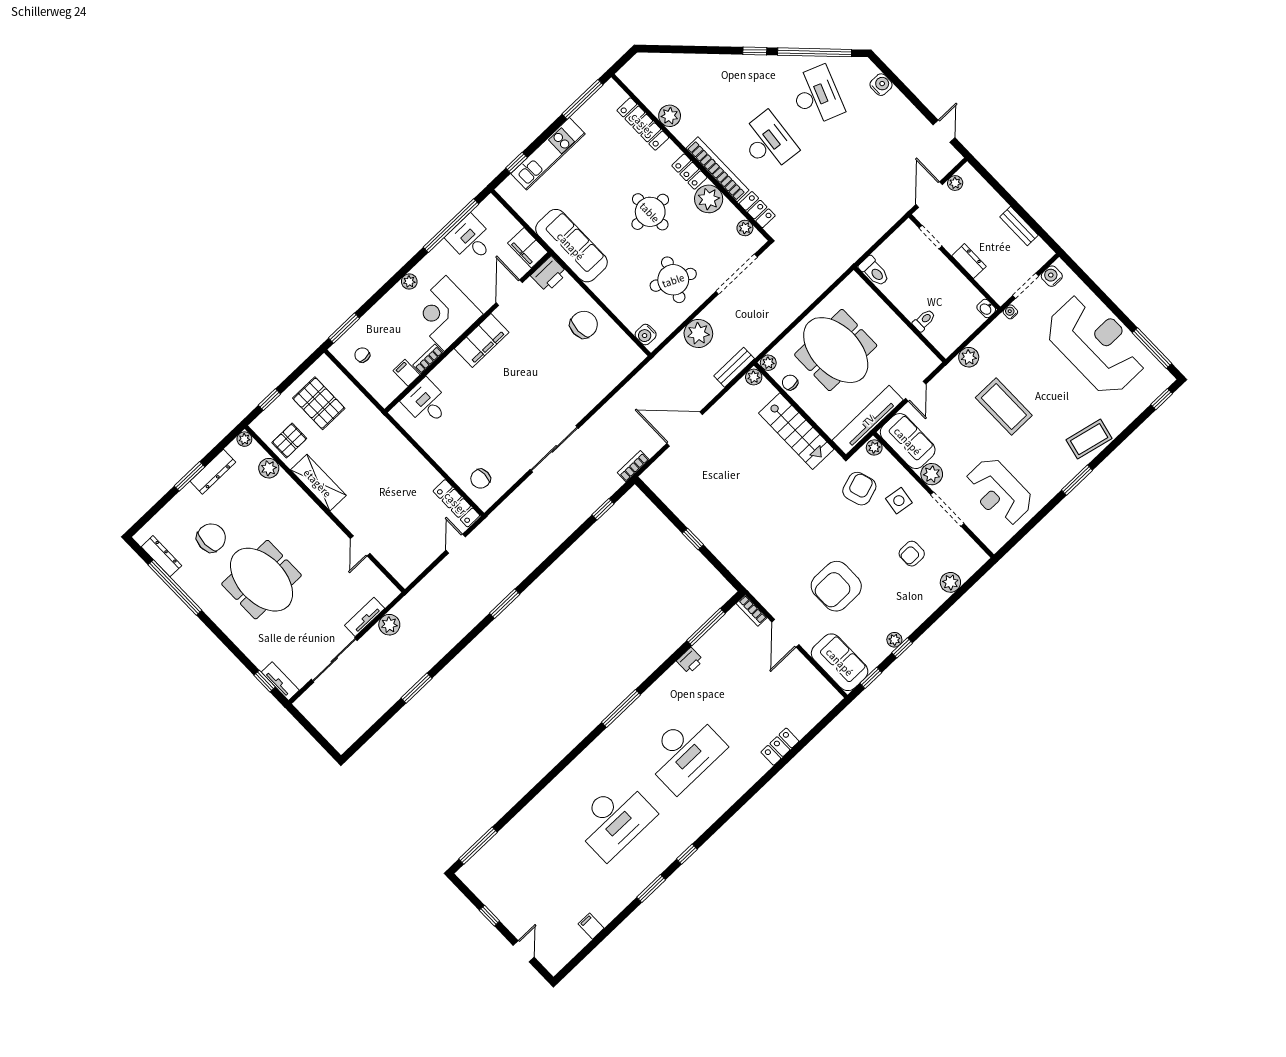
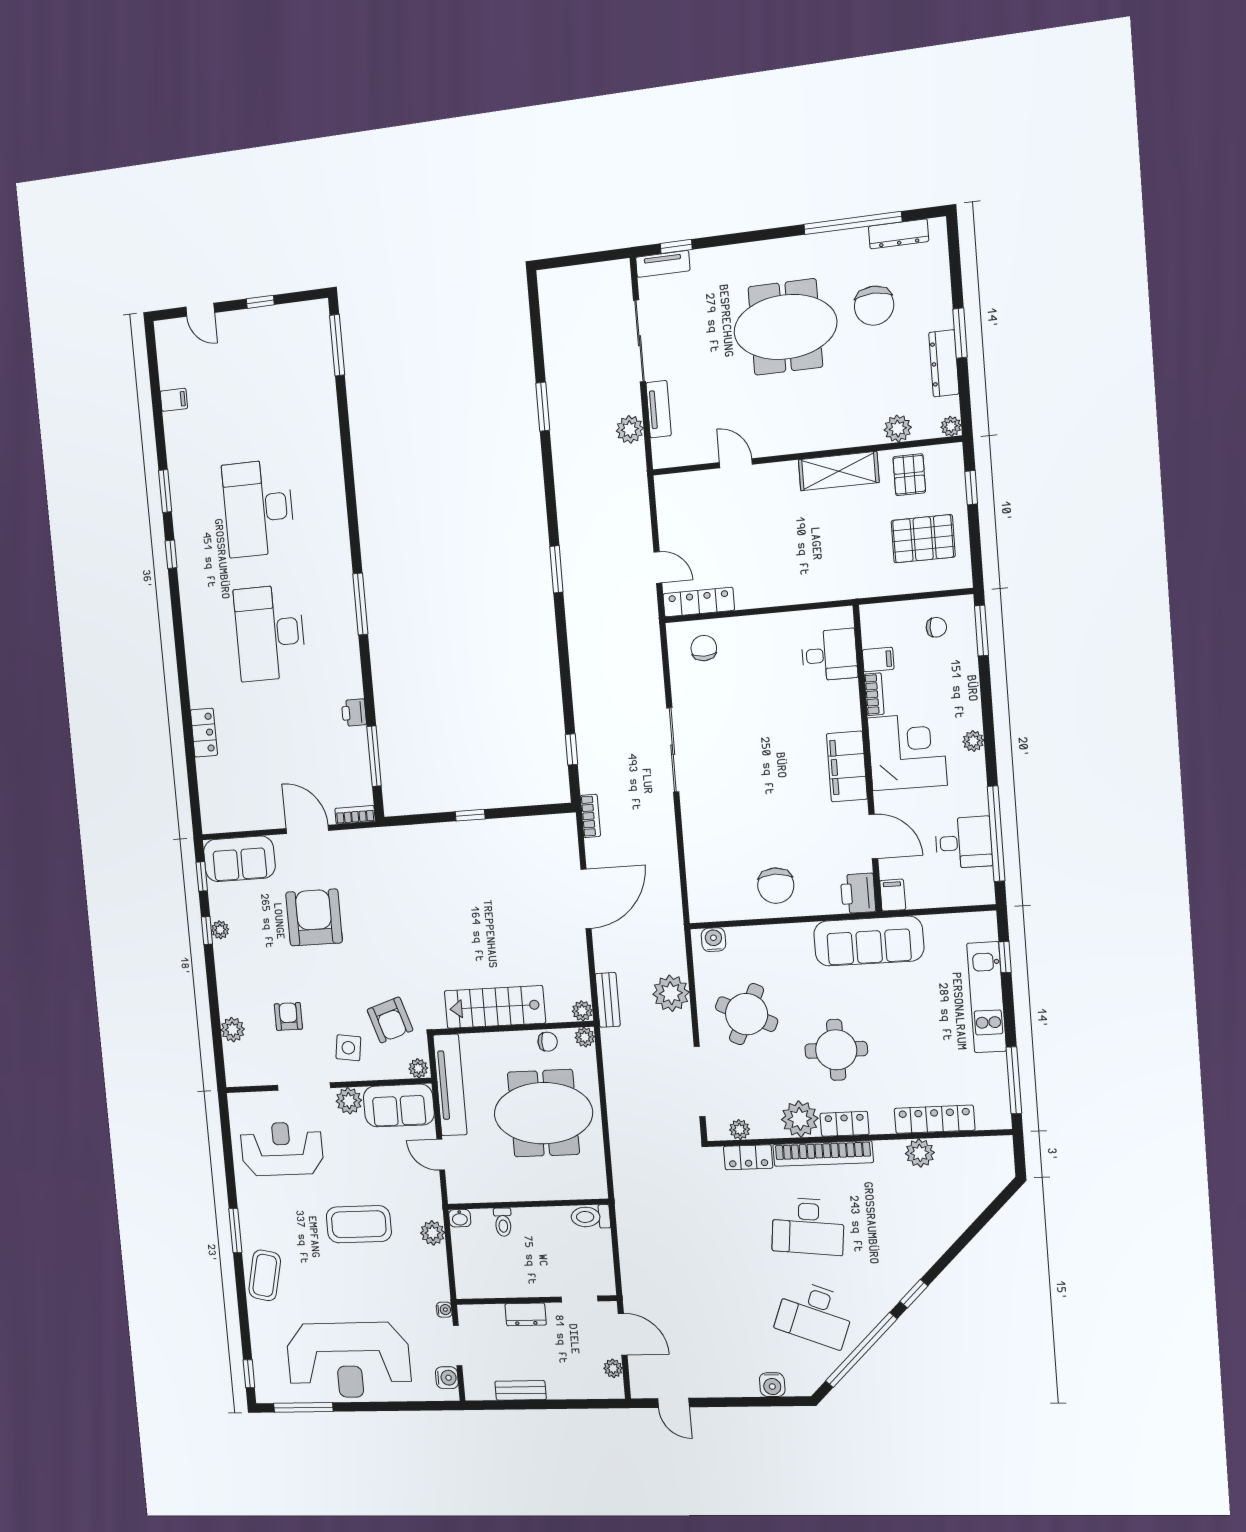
filing cabinet: (528, 248) -> (893, 895), width x0.50
washbasin: (986, 308) -> (460, 1218), moved, turned 180

